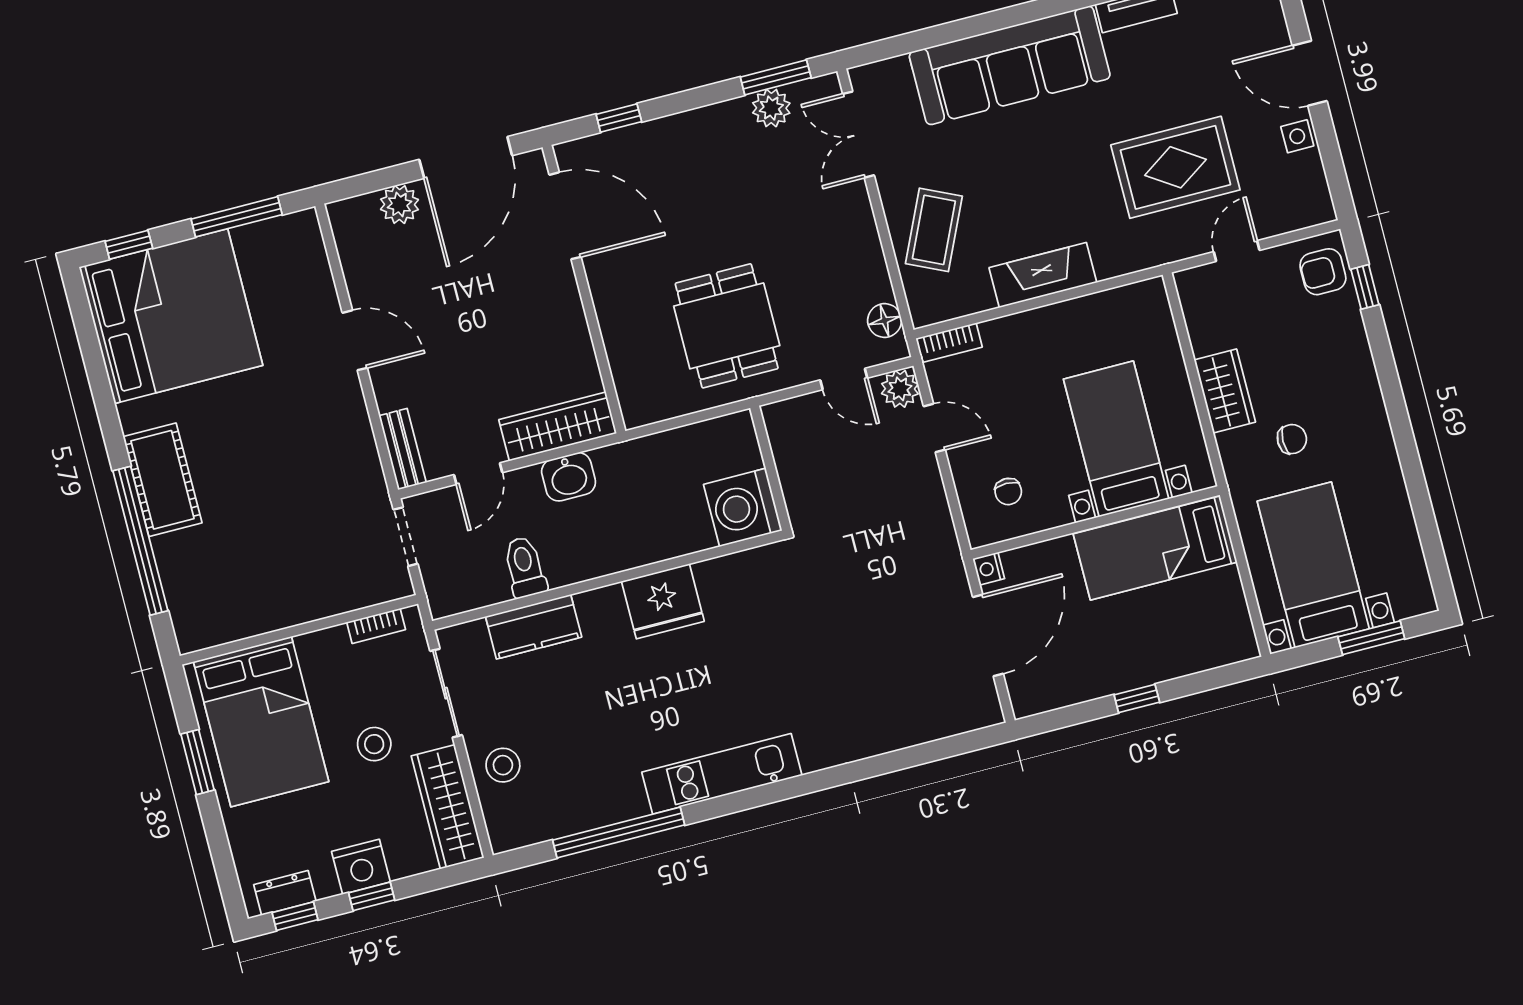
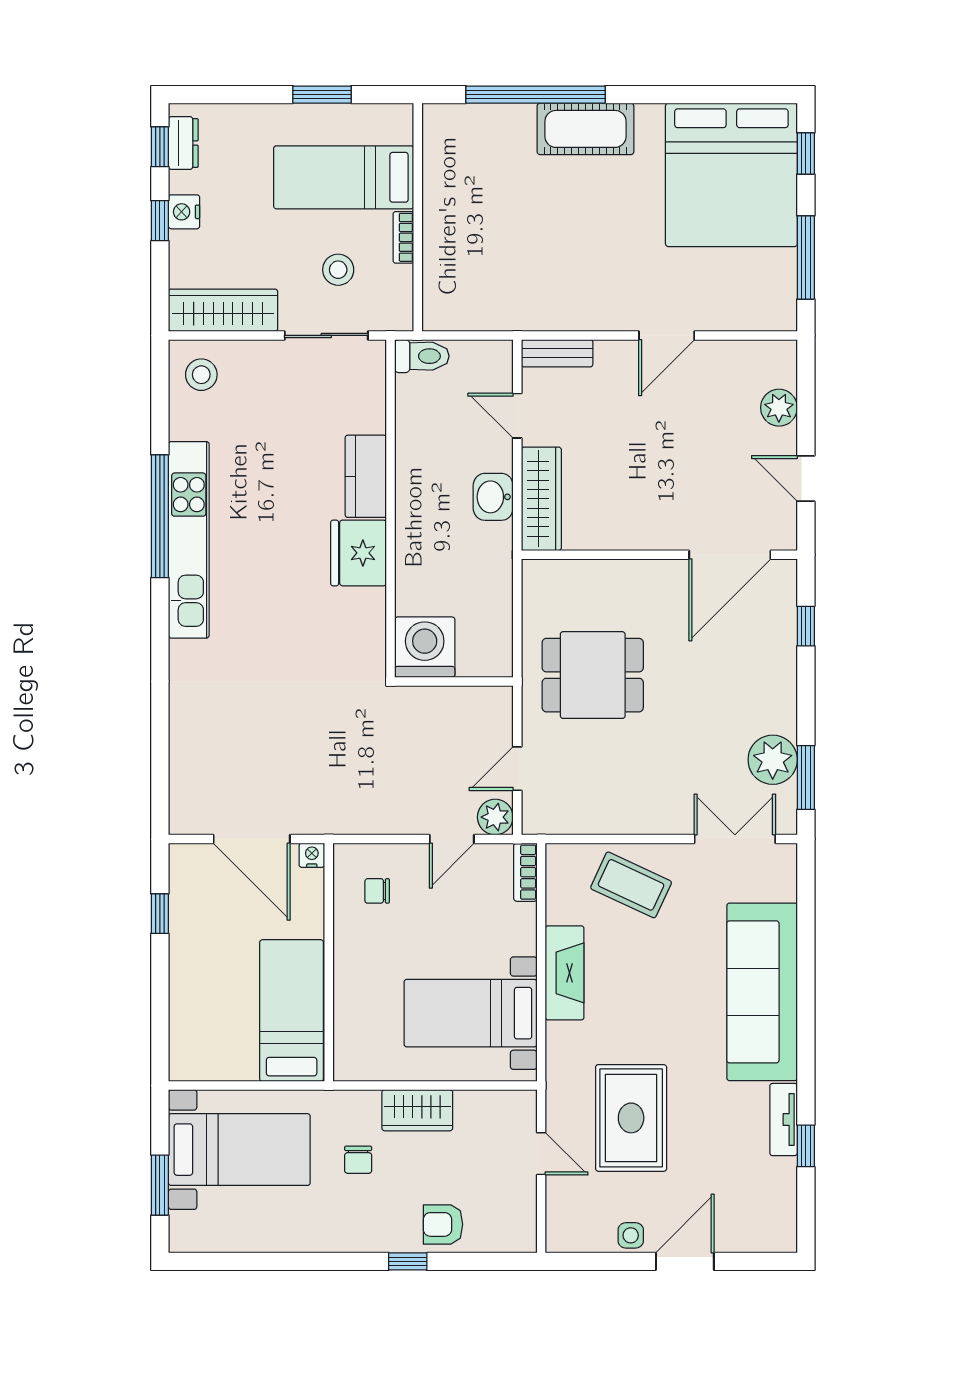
plant: (771, 108) -> (773, 760), width x1.36, depth x1.36
door: (466, 158) -> (806, 478), width x0.53
armchair: (1323, 272) -> (443, 1224), moved, turned -90
window: (1365, 287) -> (408, 1261), moved
floor lamp: (885, 320) -> (561, 819), removed
bed with nightstands: (1116, 439) -> (471, 1013), moved, turned 180
doorway: (406, 537) -> (477, 335), removed
toilet: (525, 567) -> (422, 356), moved
bookcase: (376, 626) -> (403, 237), moved
kitchen counter: (534, 627) -> (366, 476), moved
window: (1137, 698) -> (160, 914), moved
bed: (261, 722) -> (344, 177), width x0.67
stool: (374, 744) -> (338, 270), moved
stool: (503, 765) -> (201, 375), moved
kitchen unit: (722, 774) -> (189, 540), width x1.36
window: (619, 832) -> (160, 516), moved
nightstand: (361, 867) -> (184, 212), width x0.74, depth x0.75

